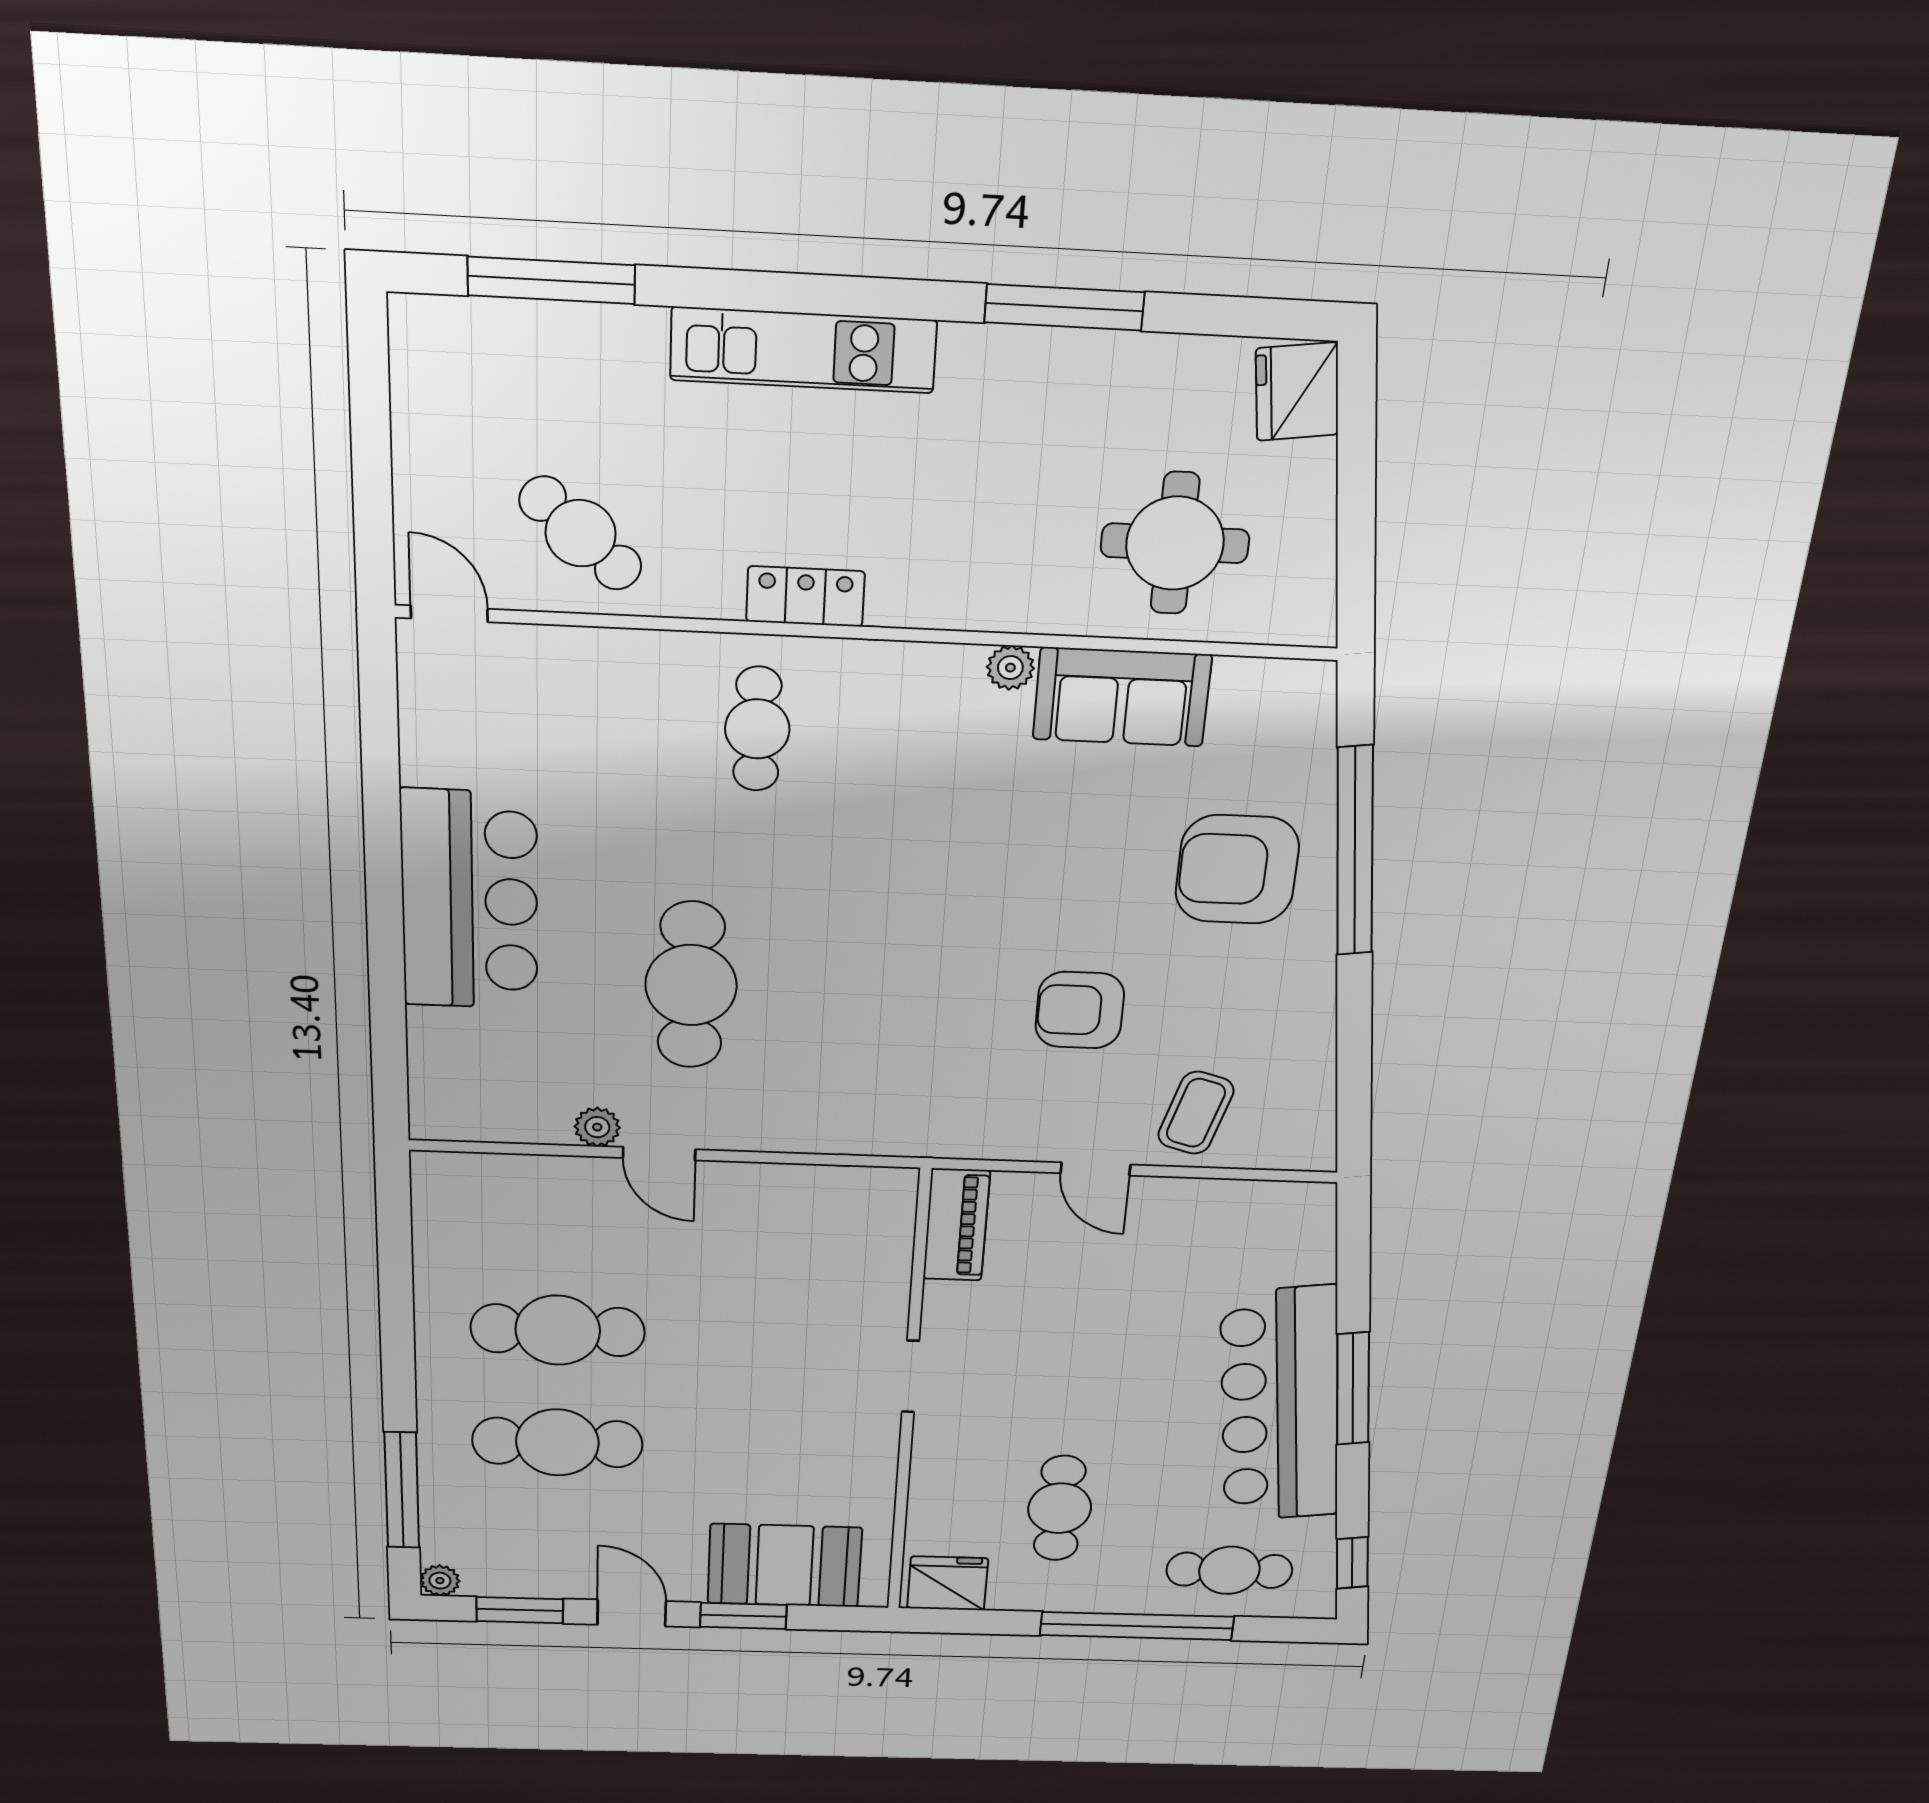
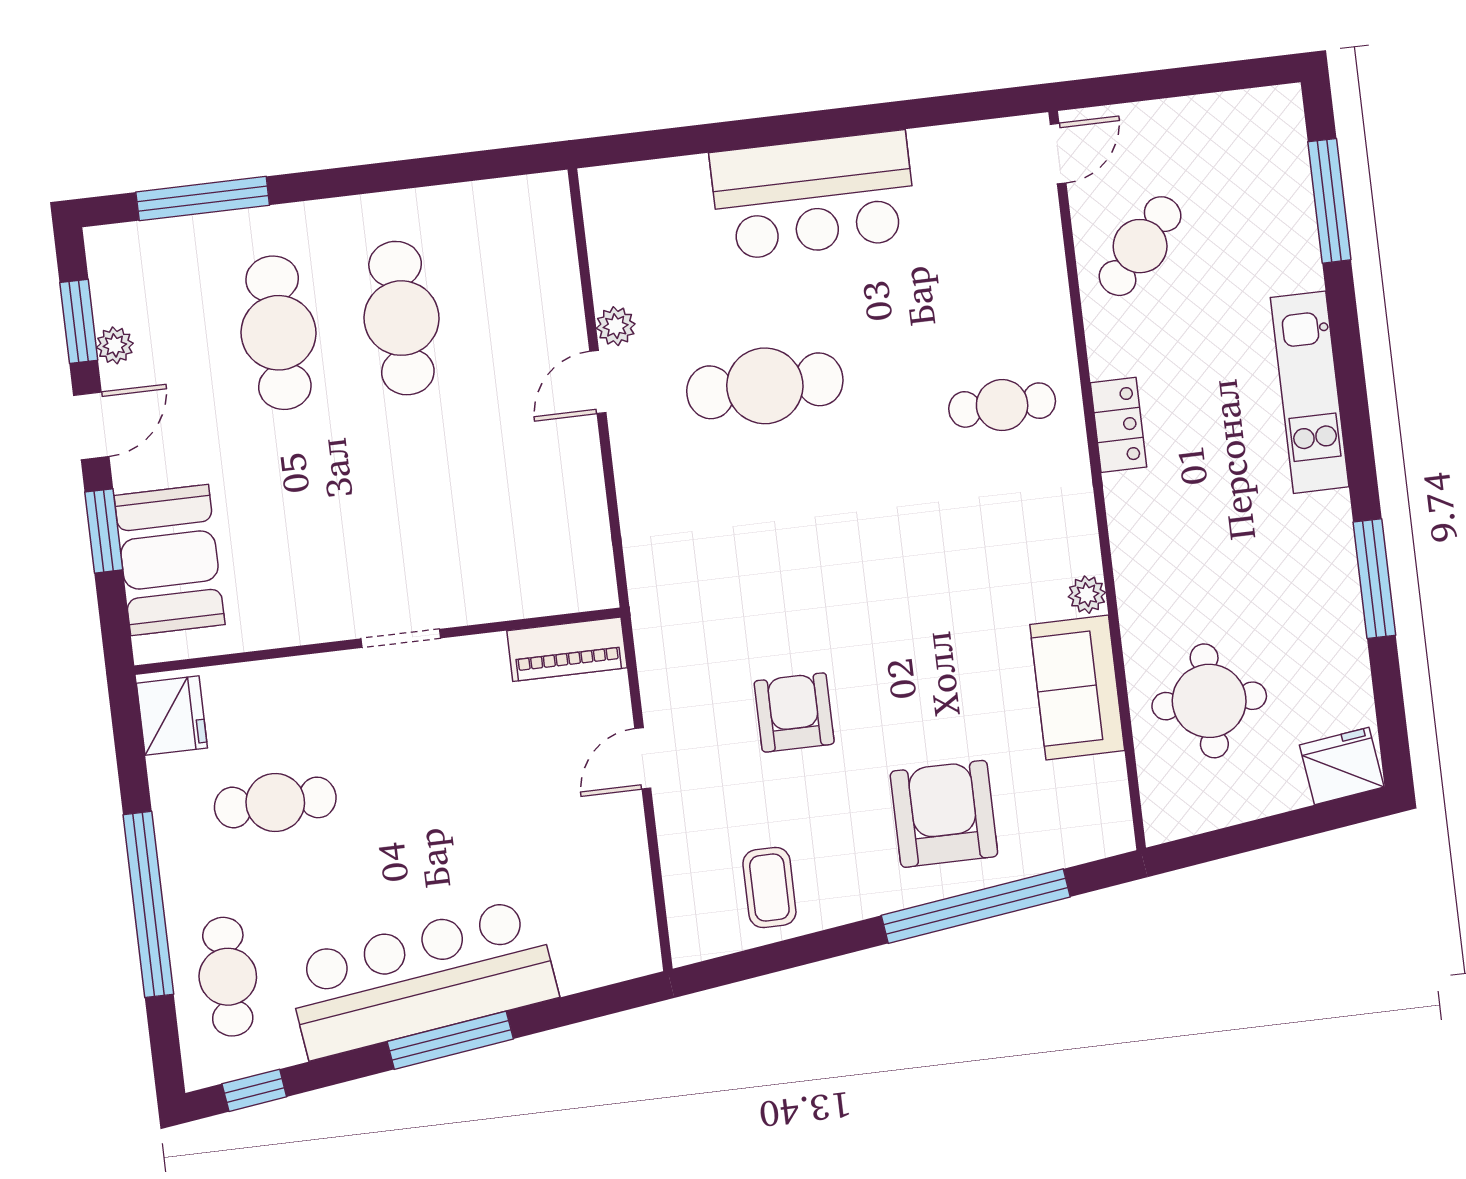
coffee table: (1196, 1113) -> (769, 888), moved, turned 74
plant: (440, 1581) -> (115, 345), moved

